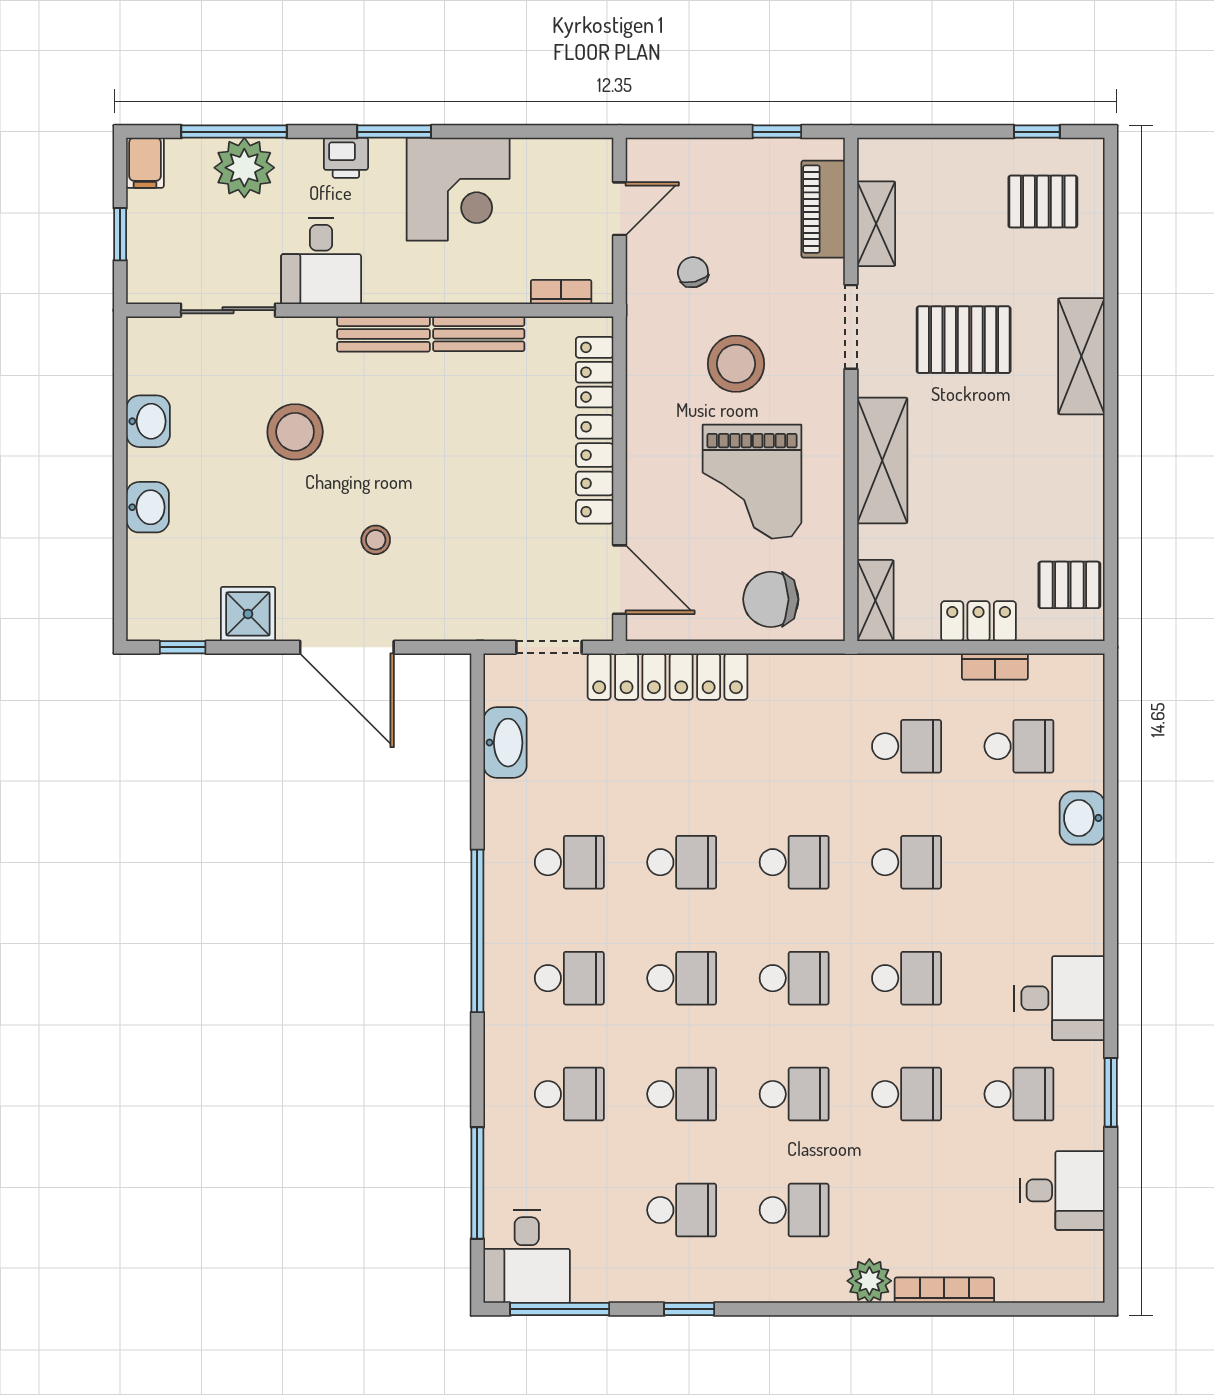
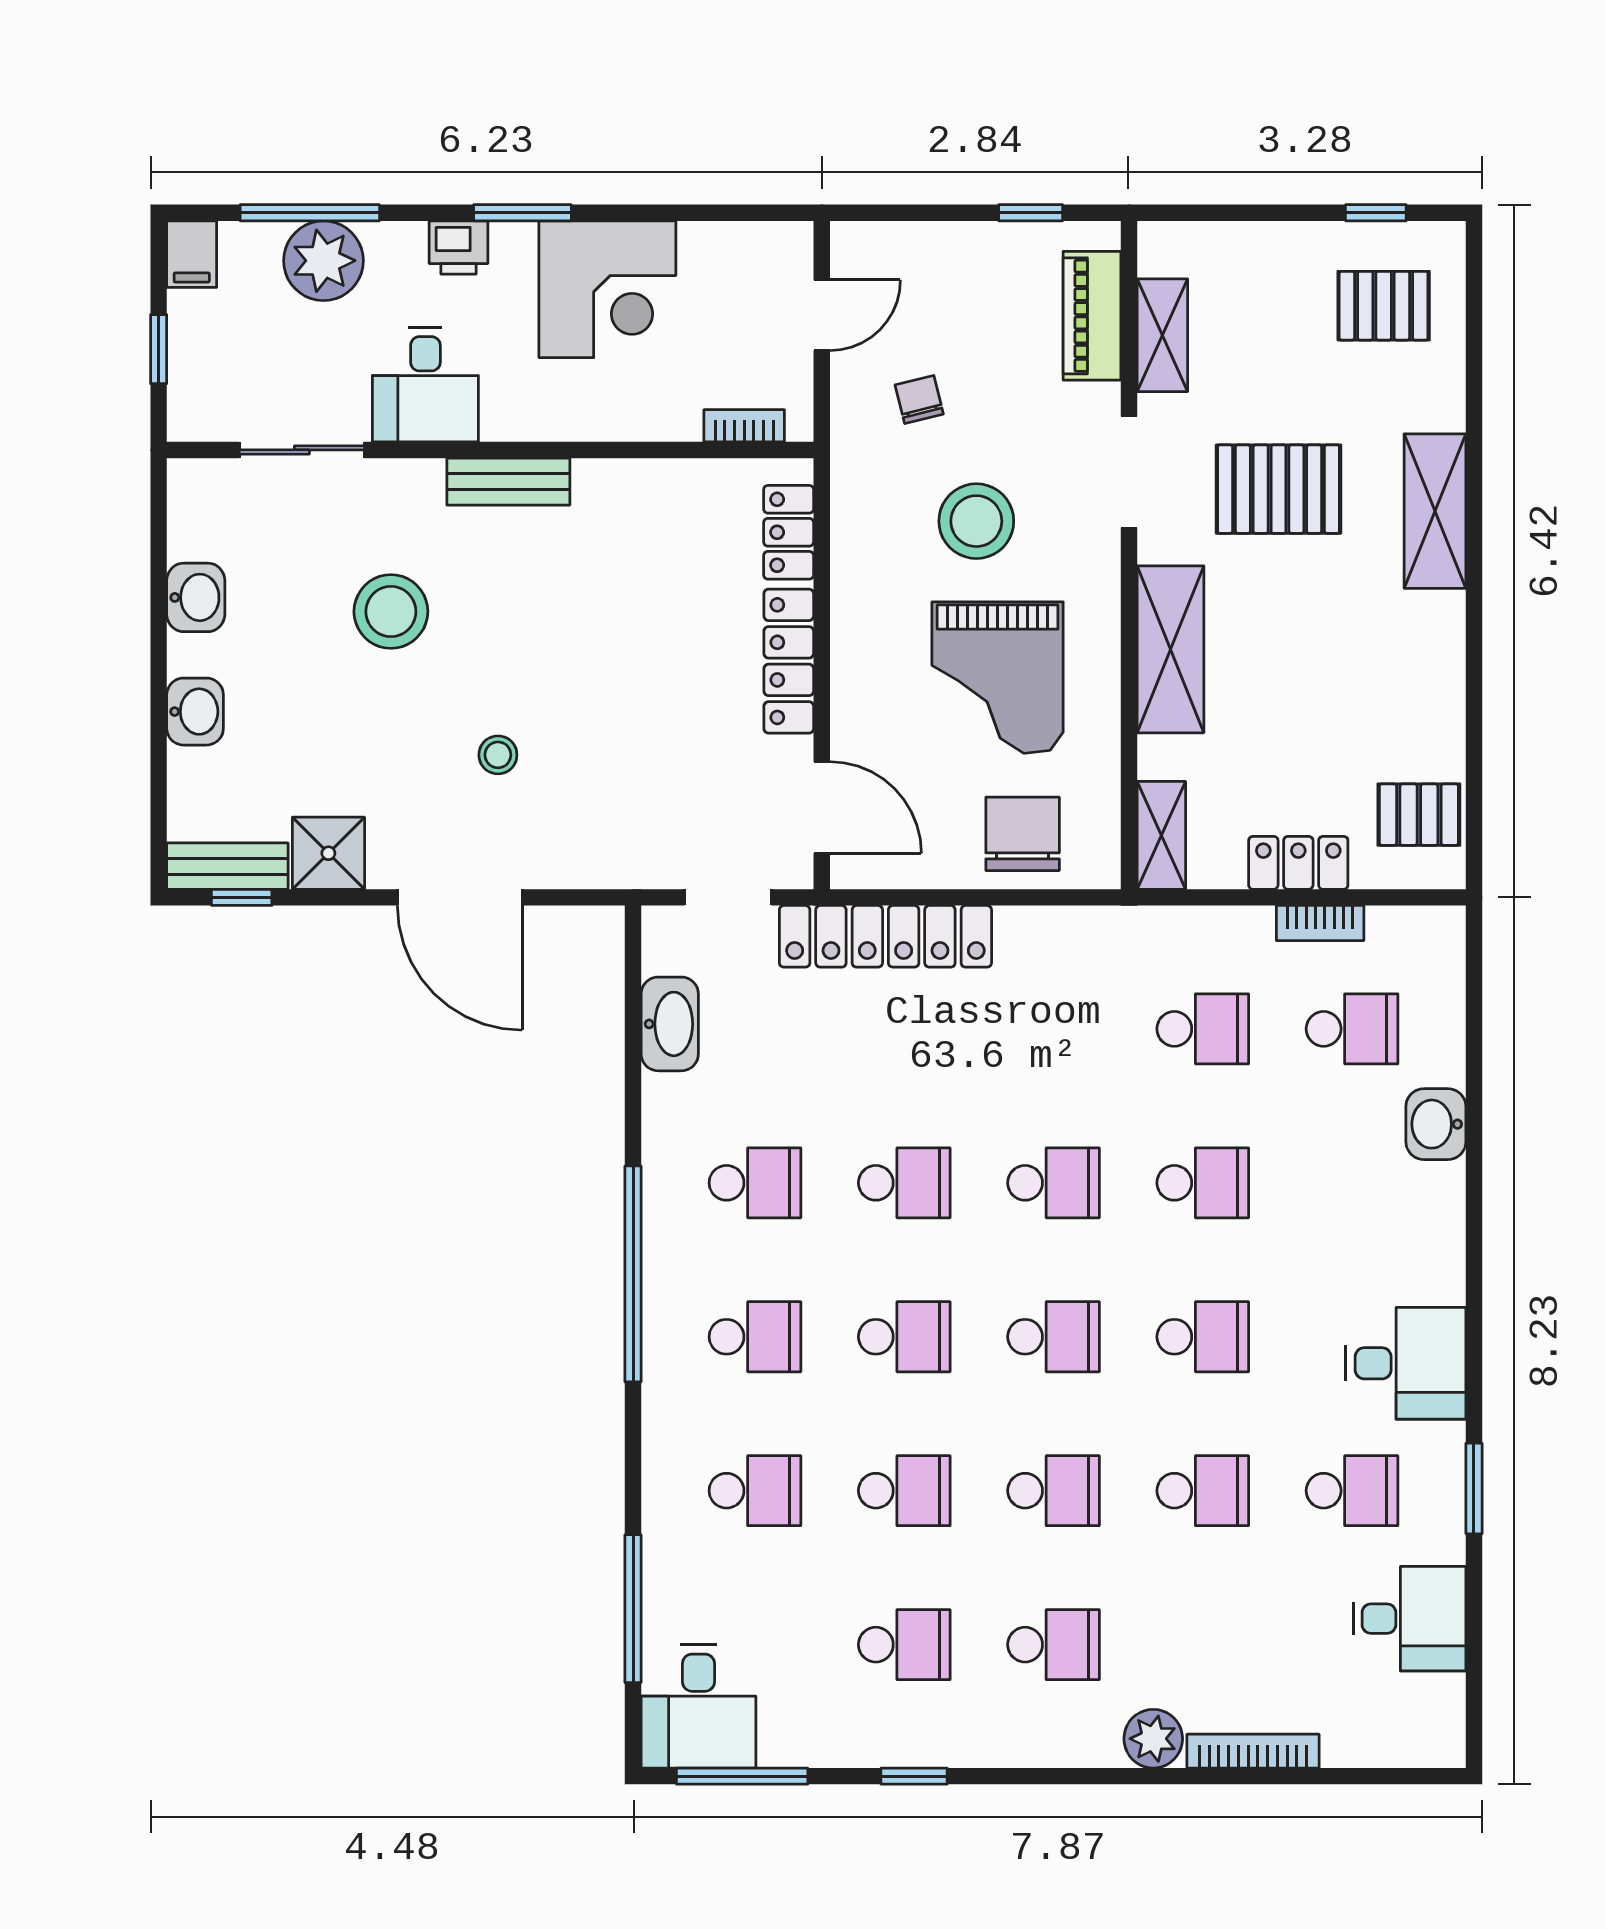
bench: (479, 334) -> (227, 866), moved
chair: (771, 599) -> (1023, 834), turned 90

